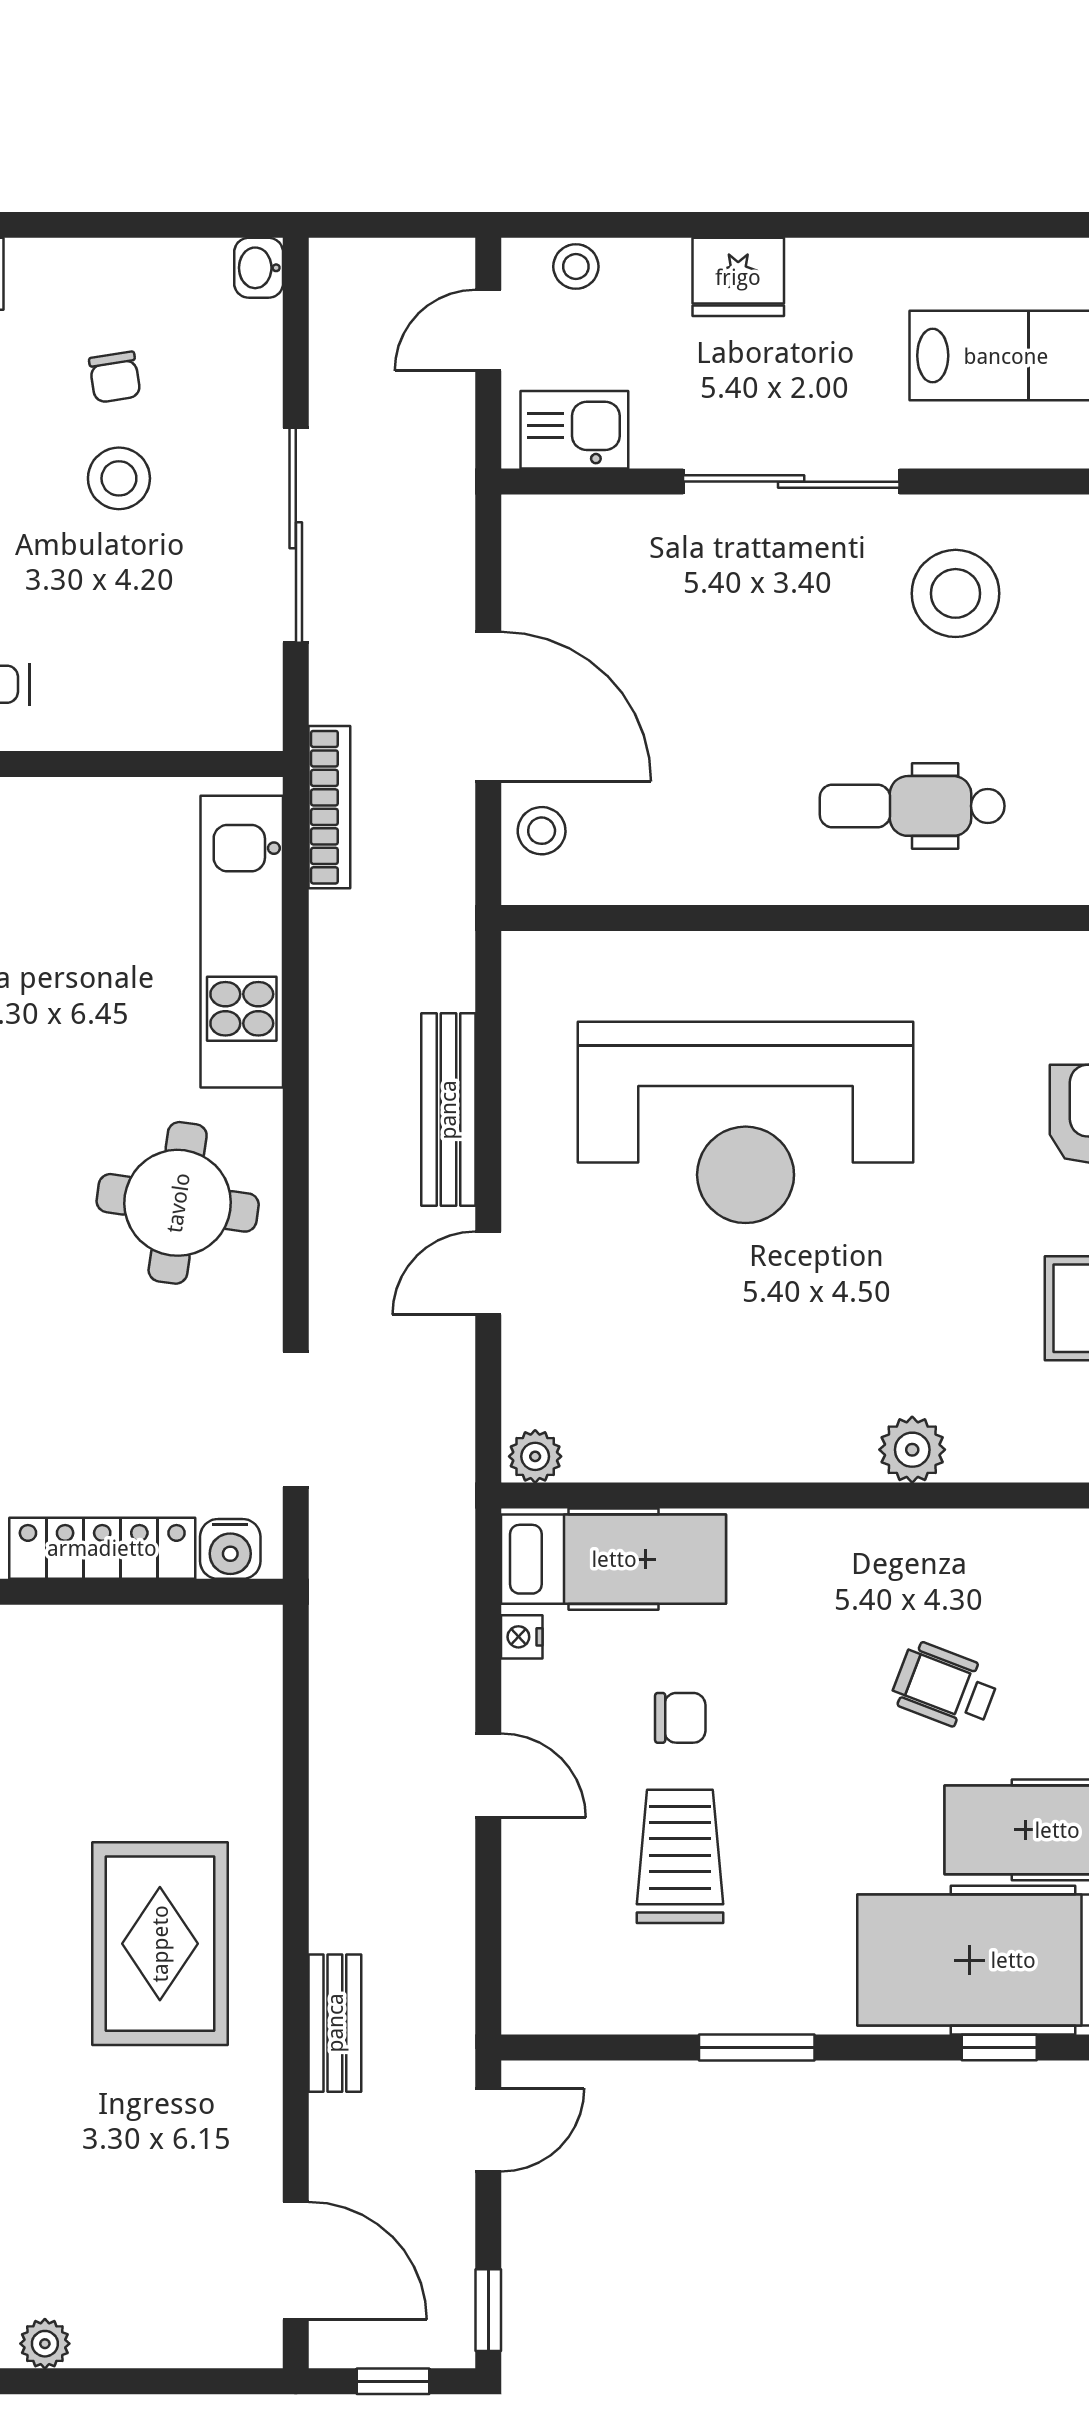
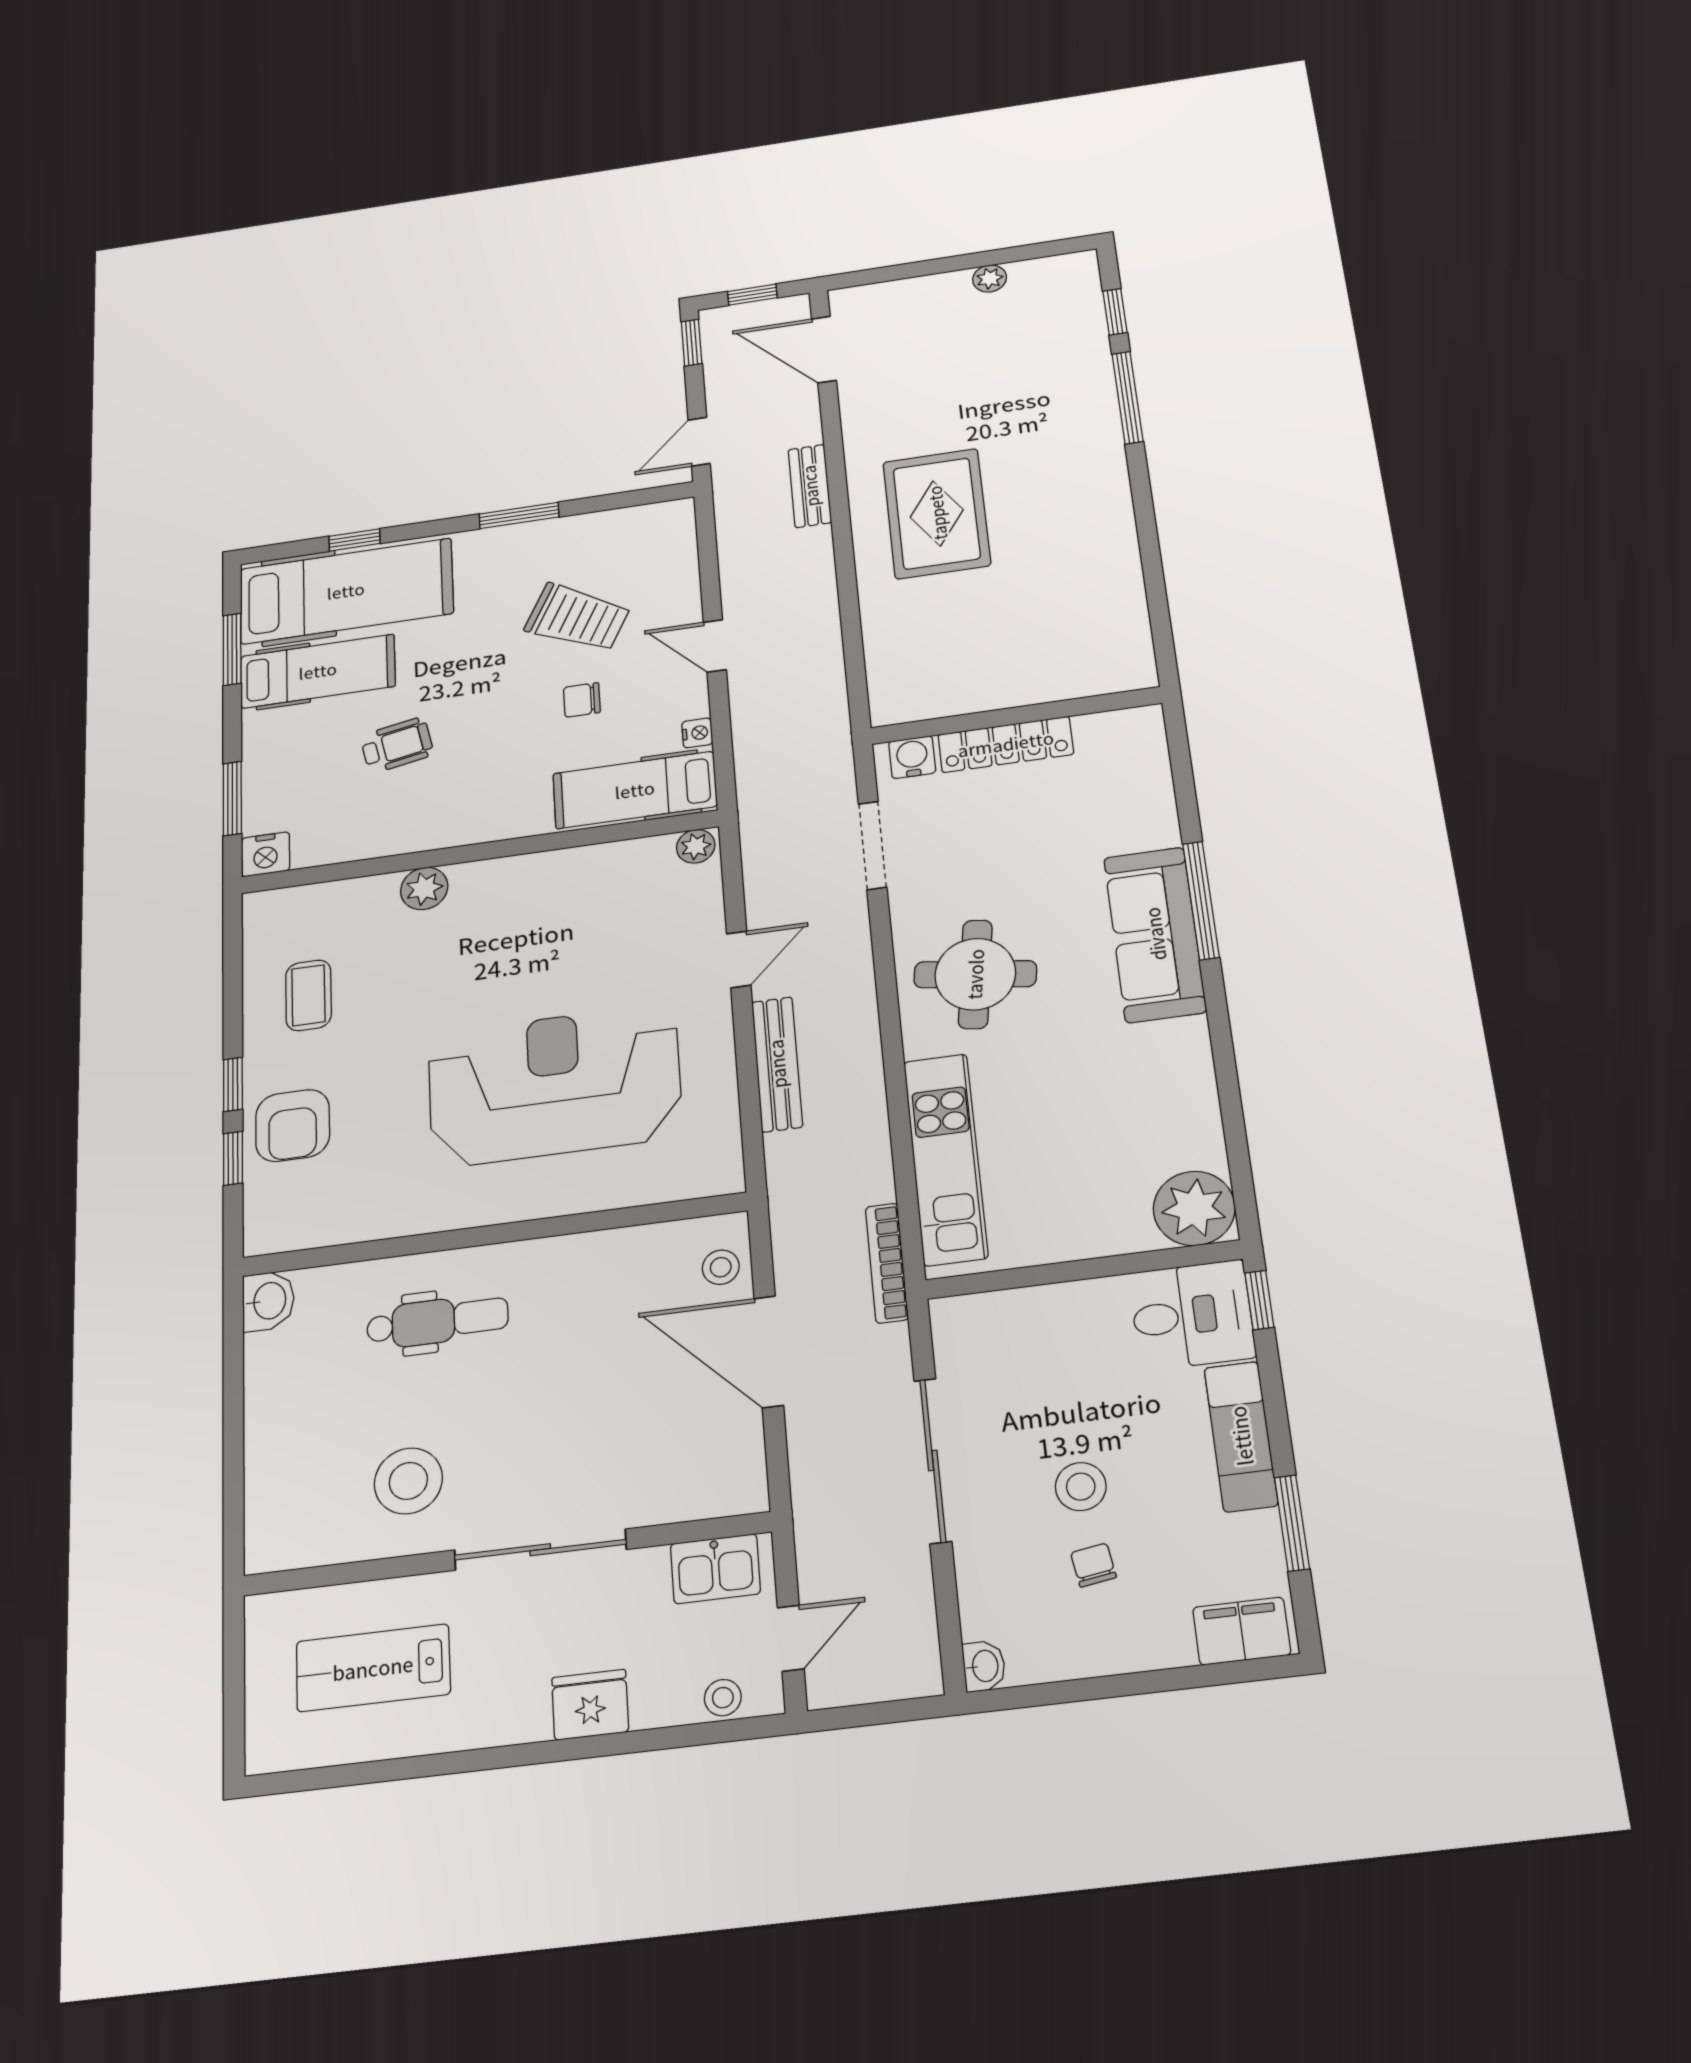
wheelchair: (945, 1687) -> (397, 745), turned -32
trolley: (680, 1856) -> (577, 618), turned -63

